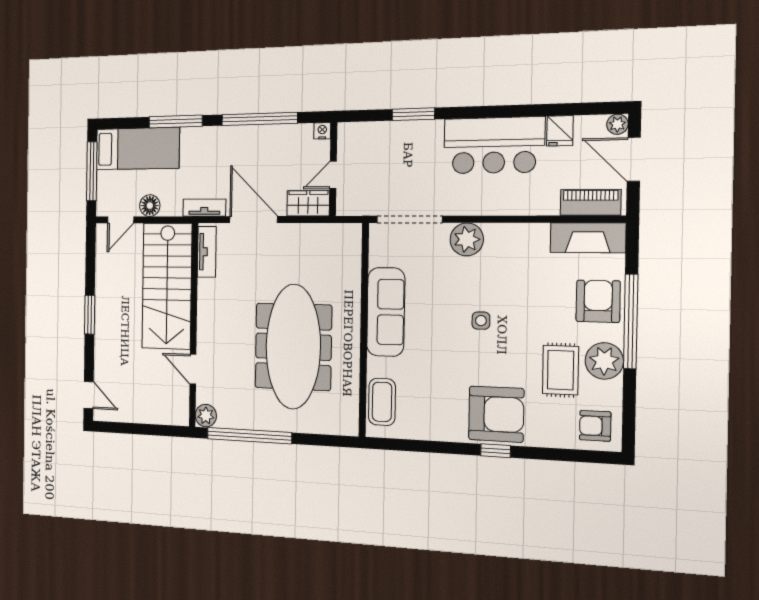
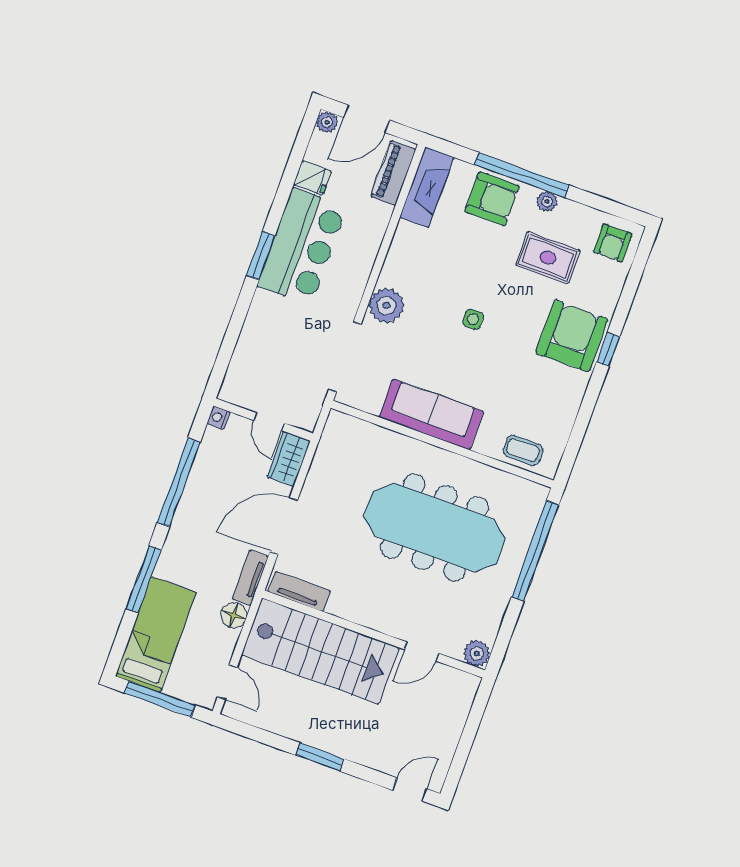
window: (413, 114) -> (261, 256), moved
floor lamp: (150, 206) -> (234, 615), moved
armchair: (598, 301) -> (492, 199), turned 180
plant: (604, 361) -> (547, 201), width x0.53, depth x0.53
coffee table: (382, 402) -> (523, 450), width x0.73, depth x0.77
window: (249, 436) -> (535, 551), moved

